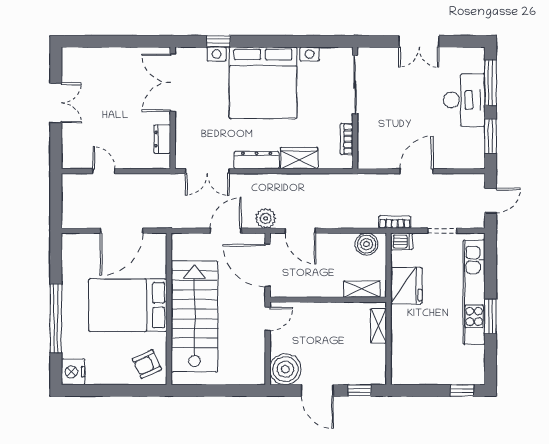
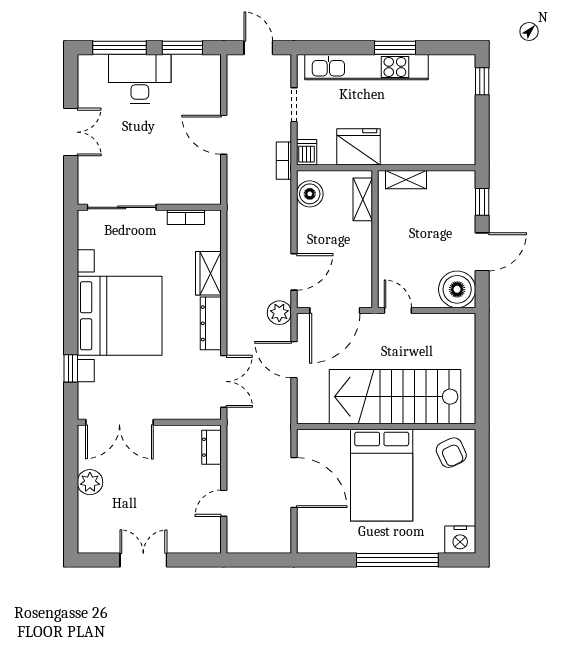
plant: (122, 58) -> (90, 482), added
dresser: (162, 139) -> (211, 447), moved, turned 90

